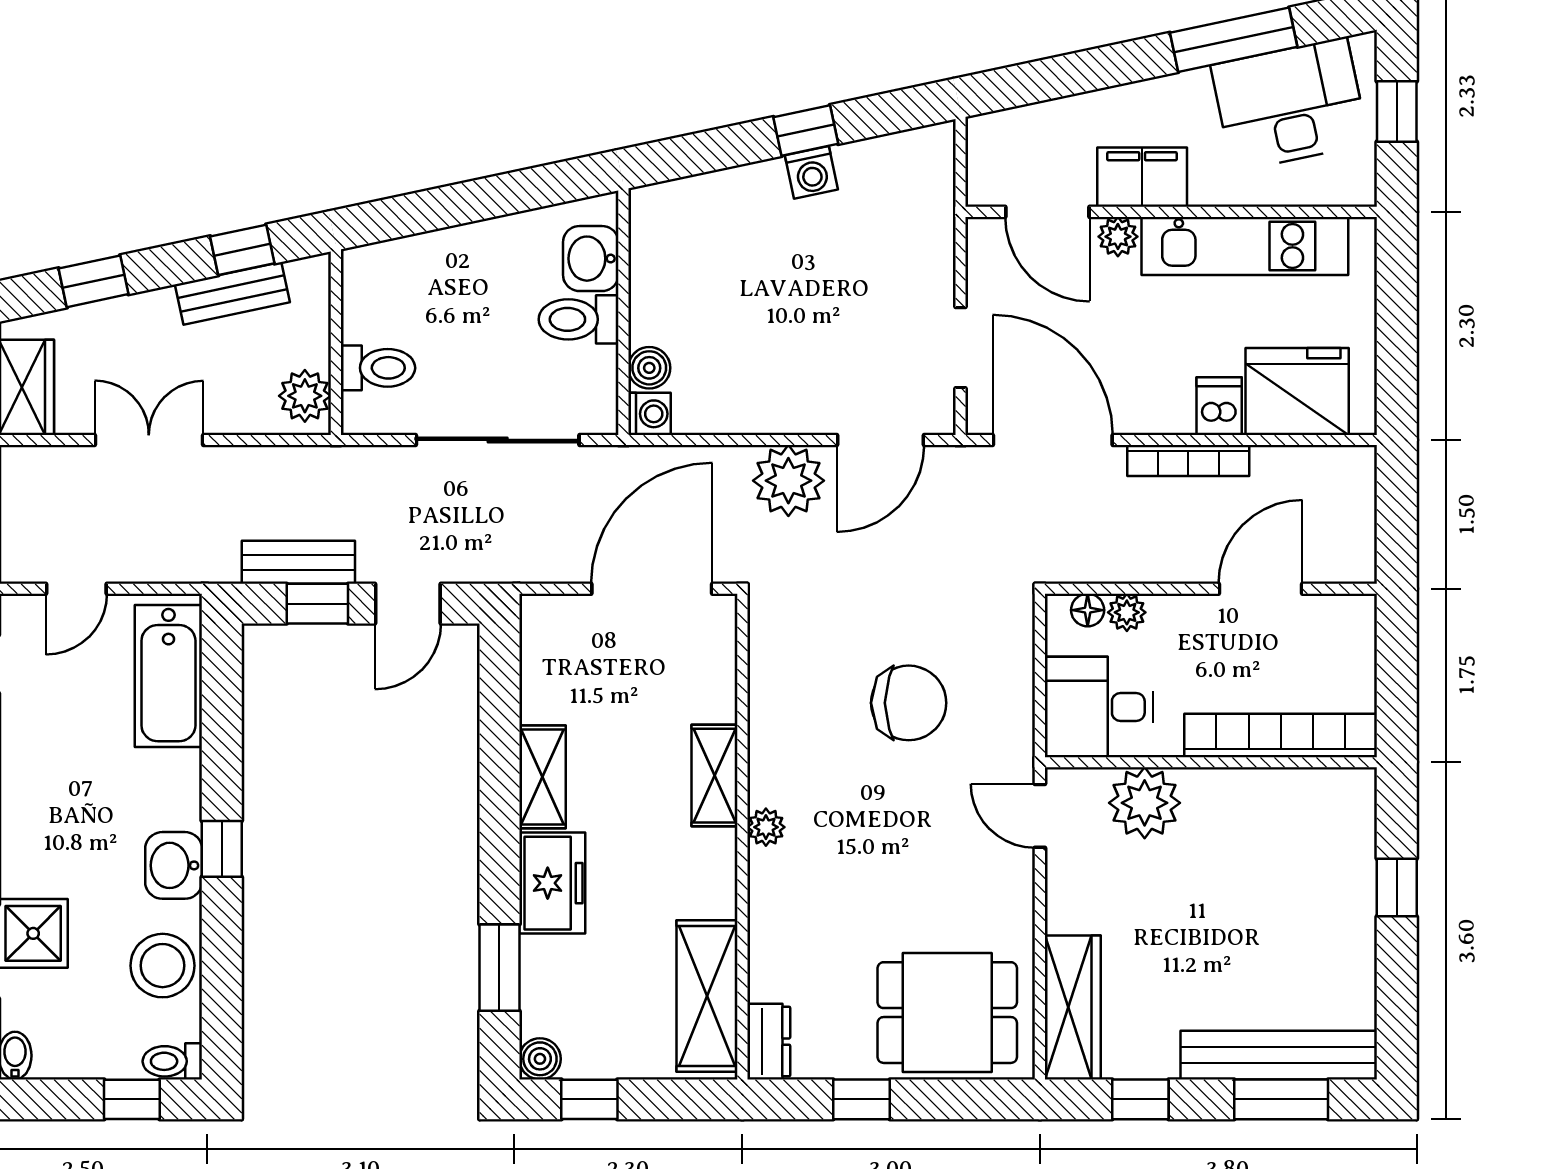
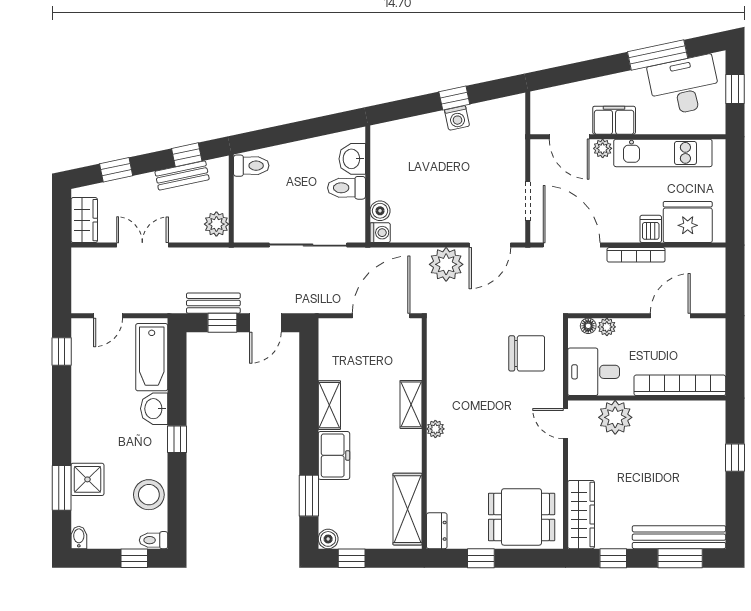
toilet: (378, 368) -> (251, 166), moved
chair: (909, 703) -> (527, 353), moved
washbasin: (174, 865) -> (154, 409), moved

